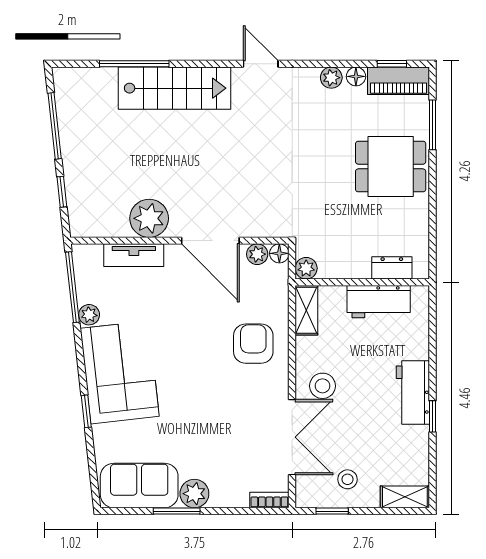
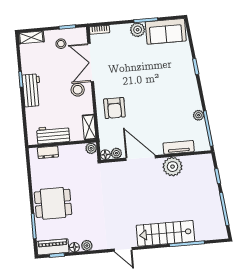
corner sofa: (120, 372) -> (181, 88), removed

